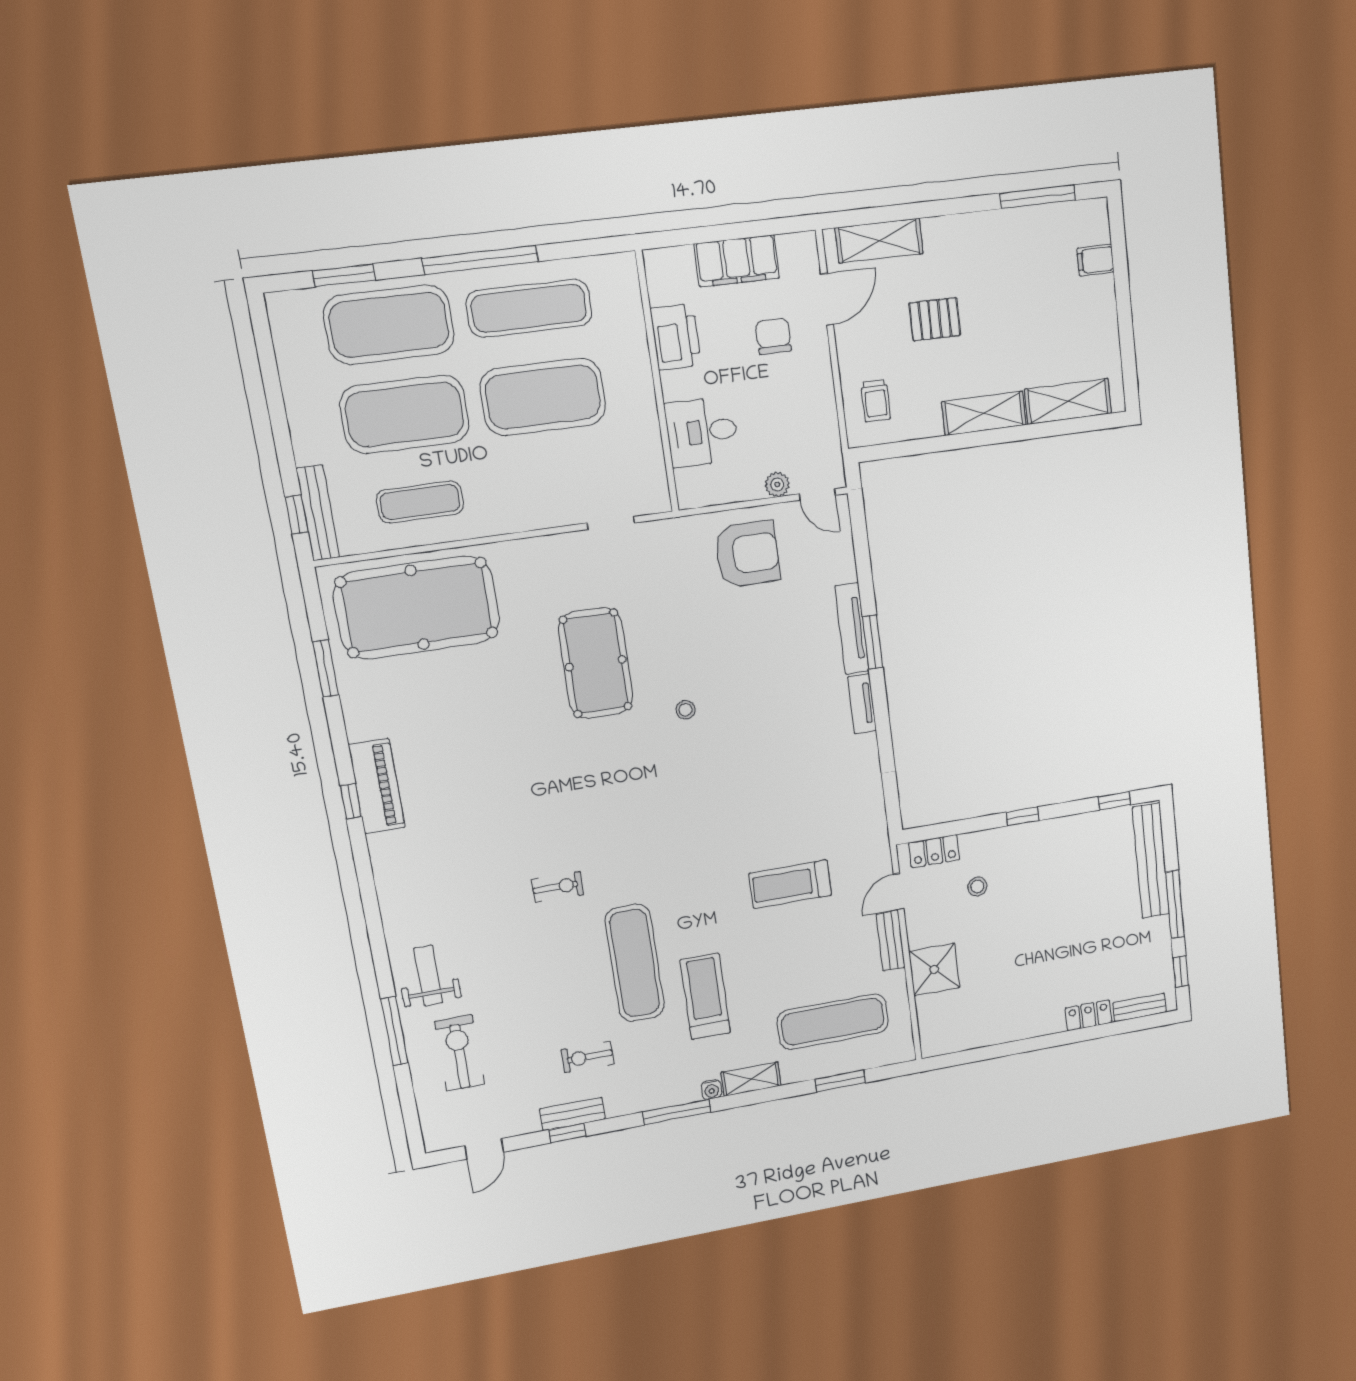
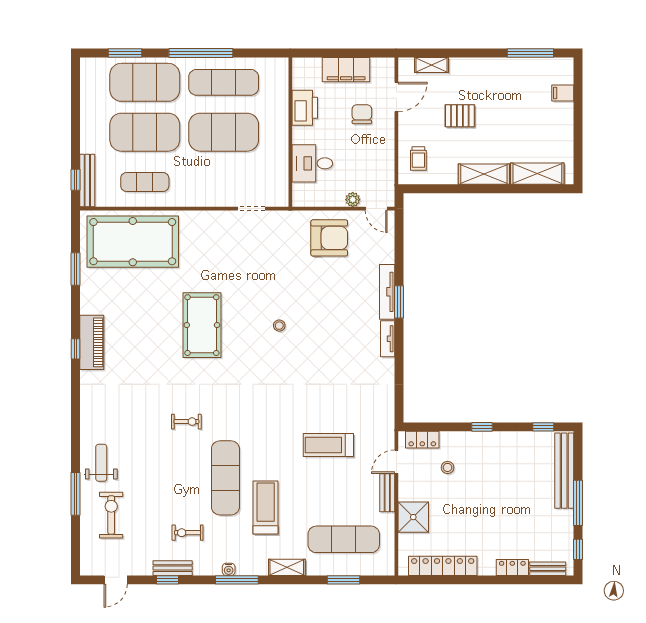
shelving: (879, 241) -> (432, 65), width x0.67, depth x0.75
pool table: (596, 663) -> (202, 325), moved
locker: (986, 1032) -> (443, 566), added
water cooler: (712, 1090) -> (229, 569), moved

